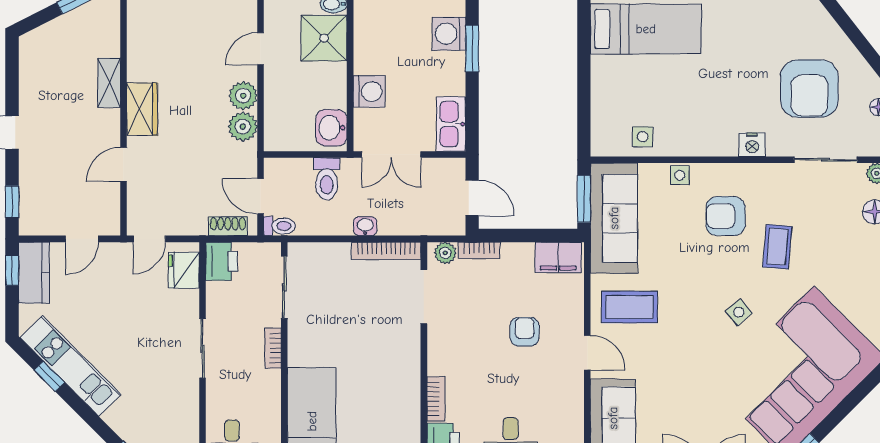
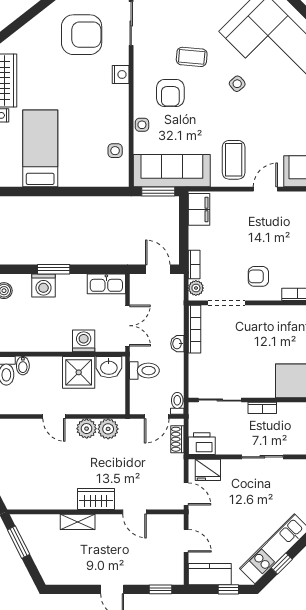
shower: (324, 38) -> (79, 372), moved
door: (472, 198) -> (158, 269), hinge flipped
window: (12, 270) -> (228, 589), moved
armchair: (525, 332) -> (258, 276), moved

